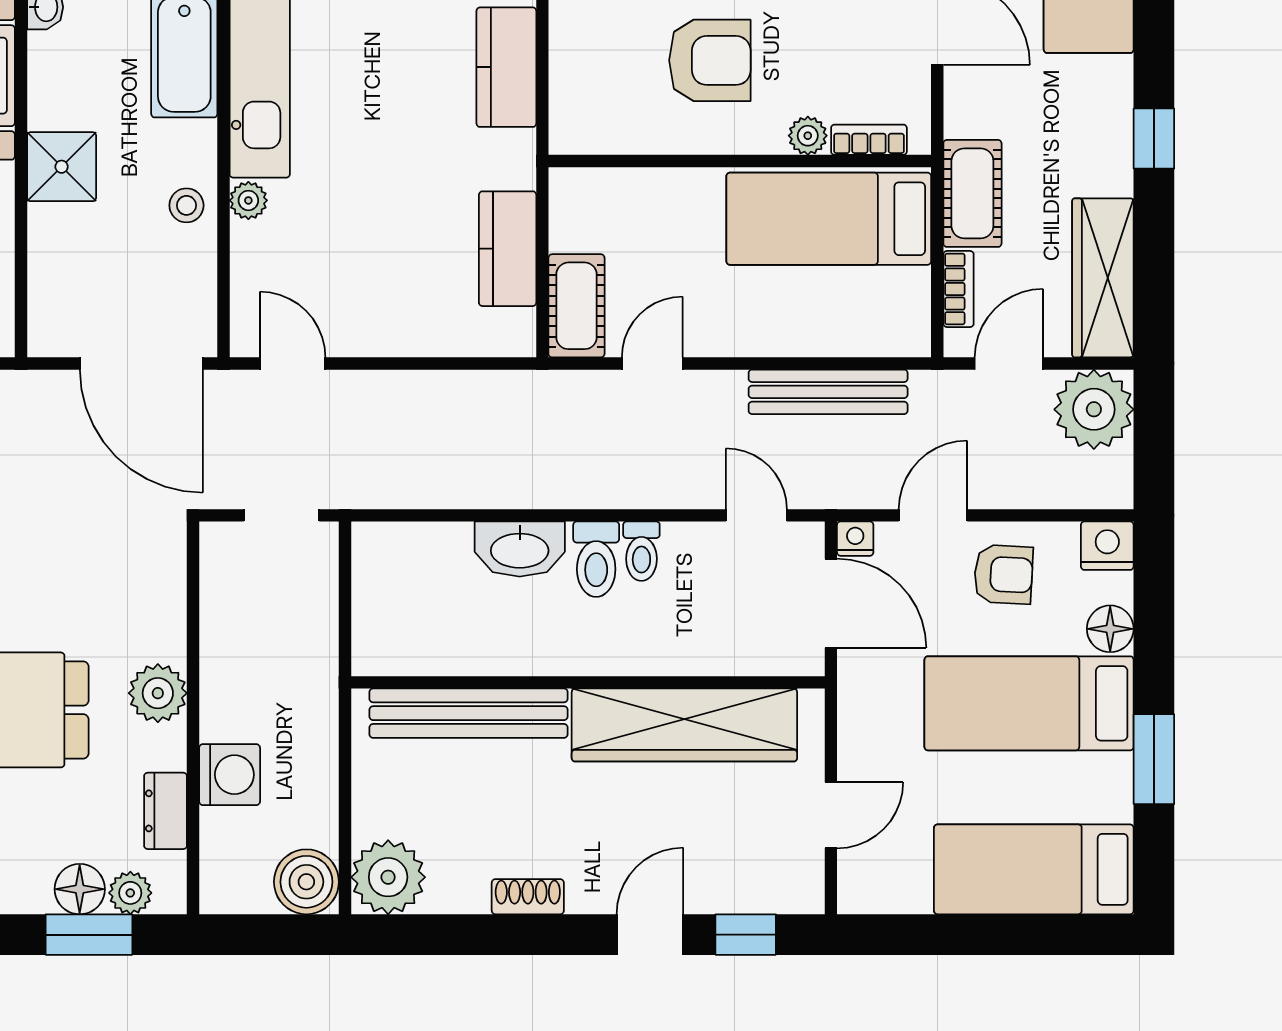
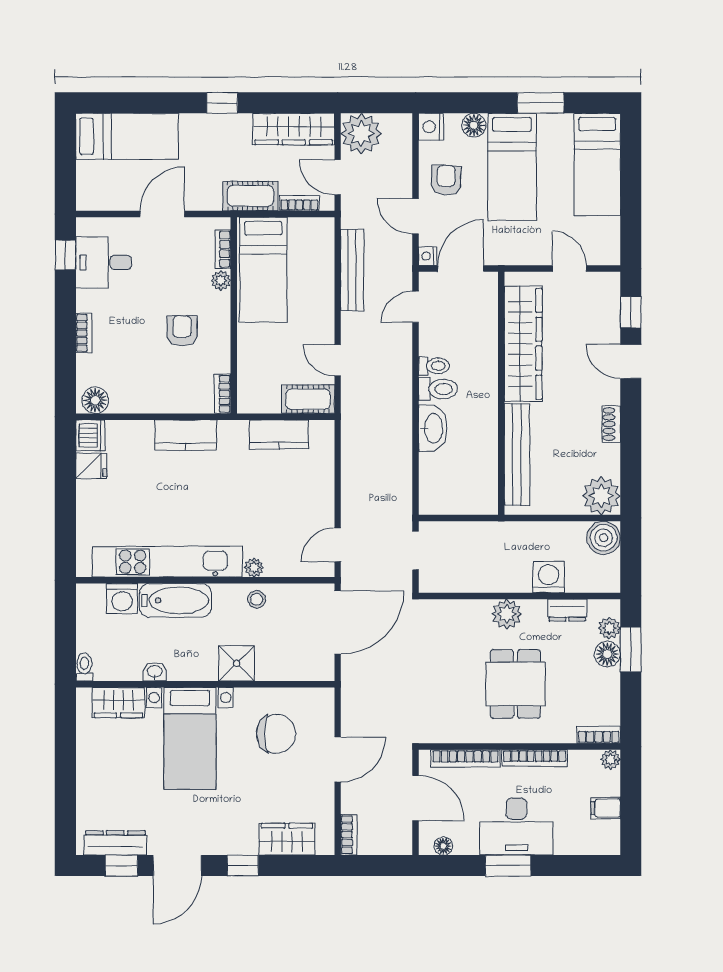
armchair: (710, 60) -> (182, 331), width x0.72, depth x0.72
bookcase: (587, 139) -> (223, 394), added

